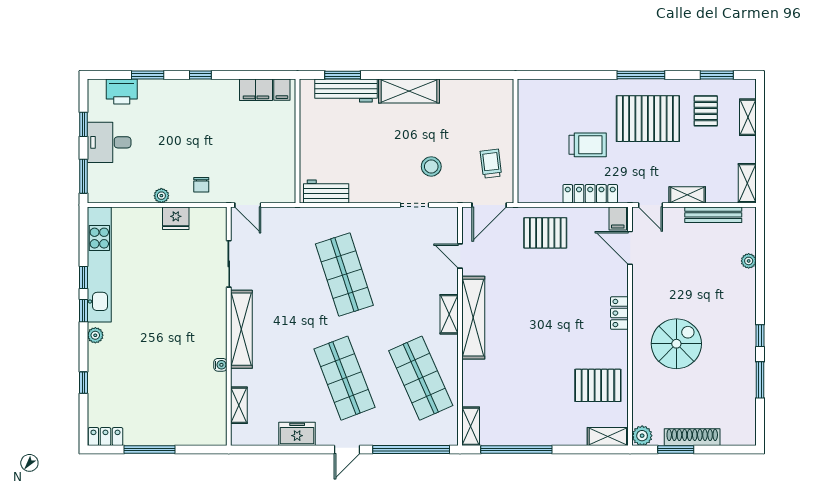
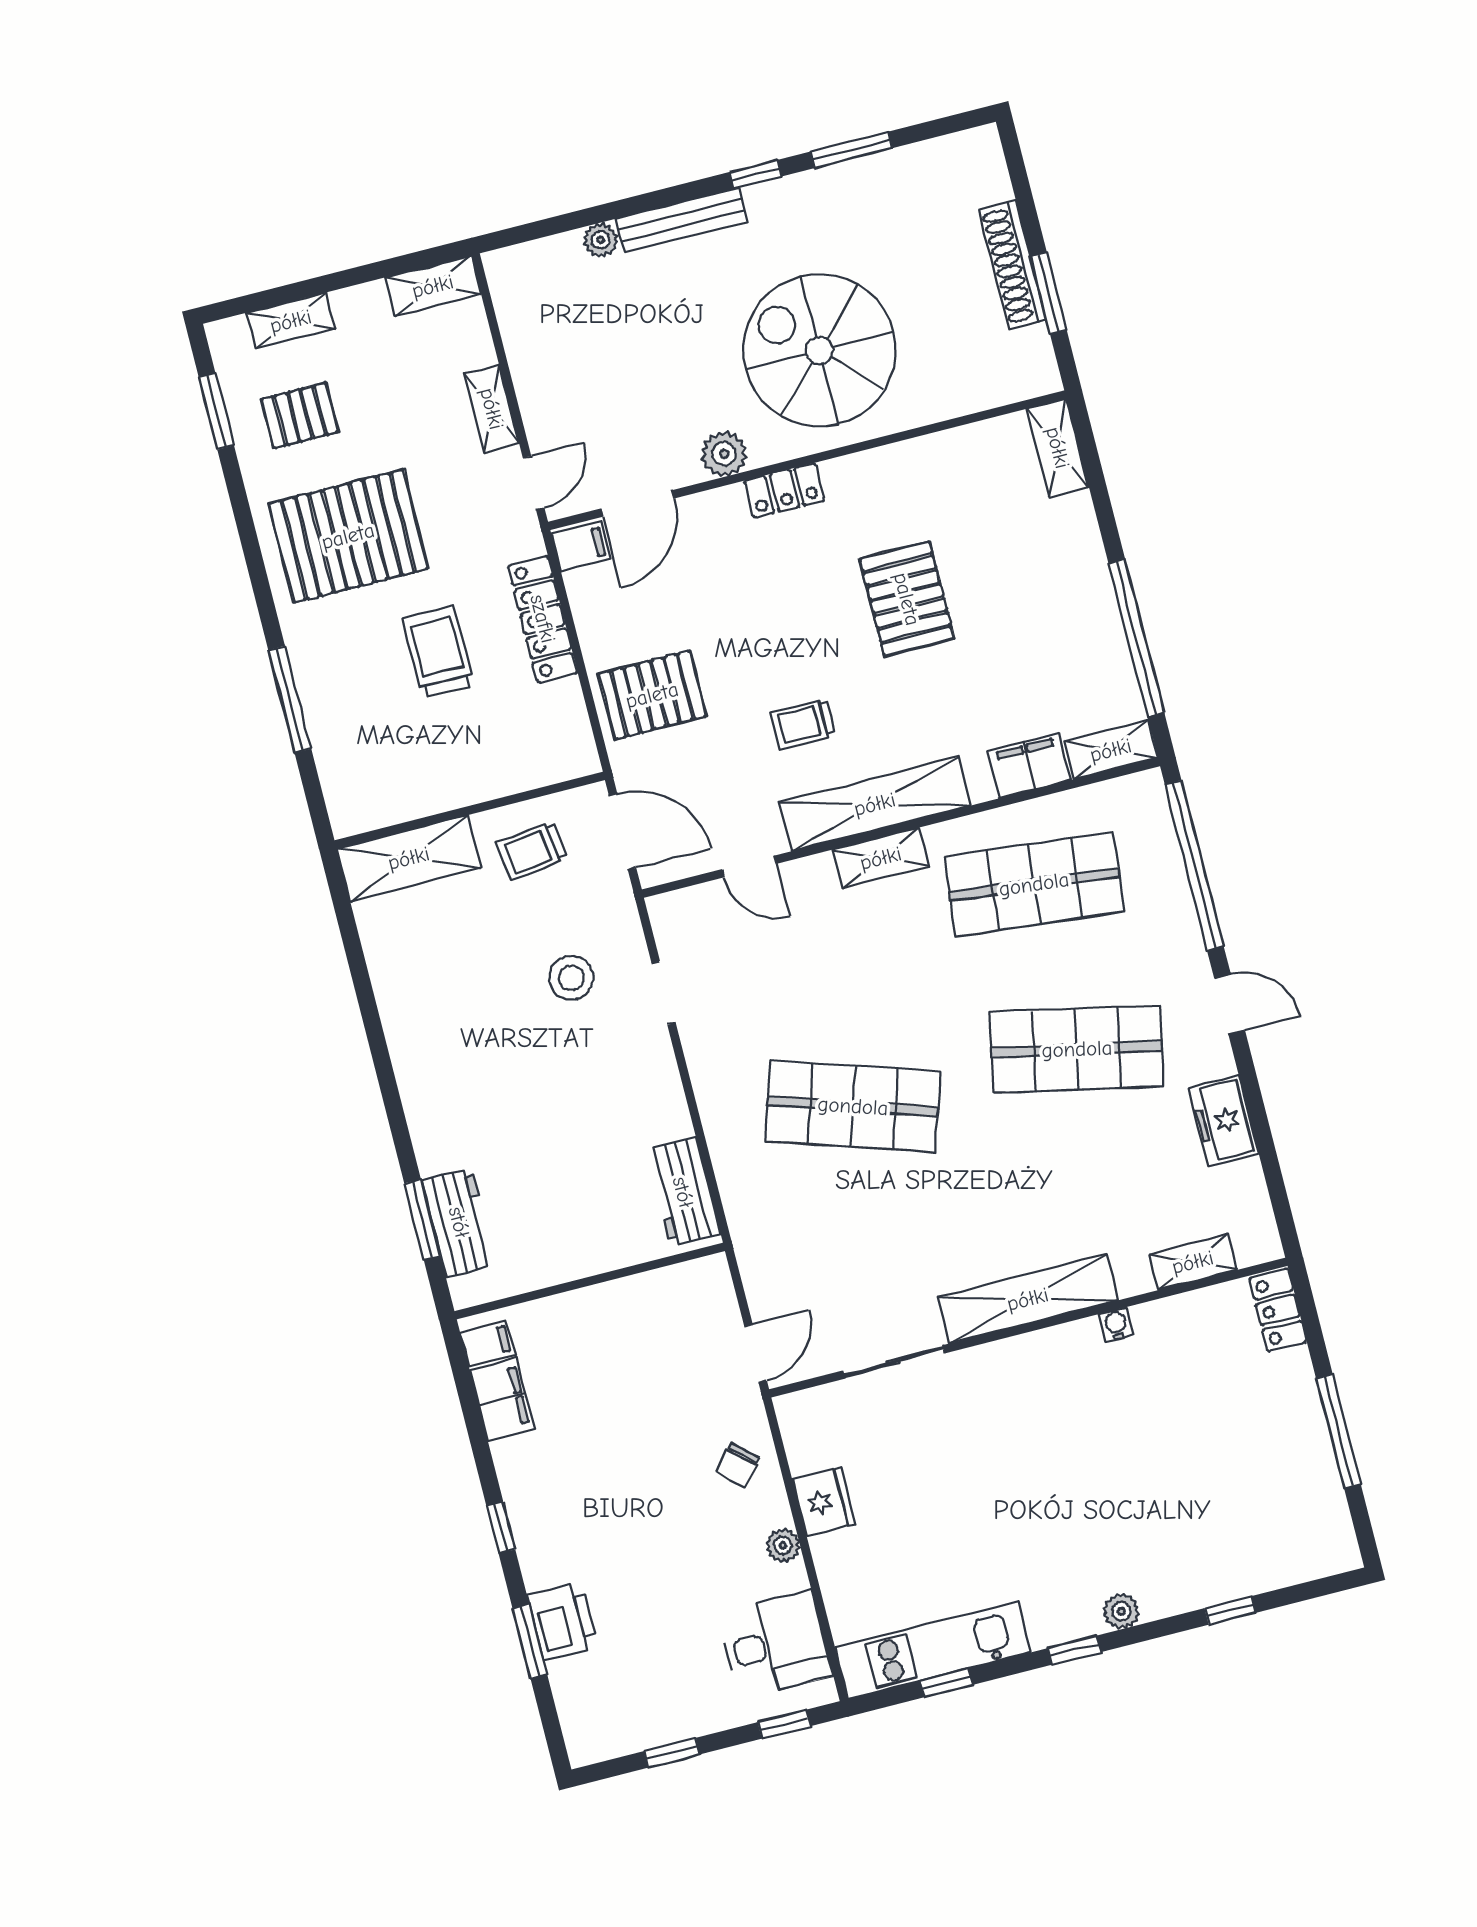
window: (641, 75) -> (290, 699), moved
printer: (122, 91) -> (563, 1621), moved
workbench: (346, 91) -> (459, 1222), width x0.73
shelving: (409, 91) -> (409, 858), moved, turned 90
pallet: (648, 119) -> (348, 536), turned 90
desk: (109, 142) -> (775, 1644), moved, turned -90
window: (84, 176) -> (784, 1724), width x0.67
chair: (201, 185) -> (737, 1465), turned 132
bench: (713, 215) -> (682, 220), moved, turned 90
pallet: (545, 233) -> (652, 695), turned 90
door: (460, 256) -> (749, 867), hinge flipped
kitchen unit: (99, 265) -> (933, 1650), width x0.73
shop shelf: (344, 275) -> (853, 1106), turned 36
window: (84, 278) -> (946, 1683), moved
trolley: (516, 295) -> (803, 724), added
spiral stairs: (676, 344) -> (819, 350), width x1.37, depth x1.37
shop shelf: (344, 378) -> (1077, 1049), turned 33
shop shelf: (421, 378) -> (1034, 884), turned 30
pallet: (598, 385) -> (907, 599), moved
filing cabinet: (473, 389) -> (1029, 766), added
plant: (642, 436) -> (724, 454), moved
locker: (105, 437) -> (1278, 1310), moved

